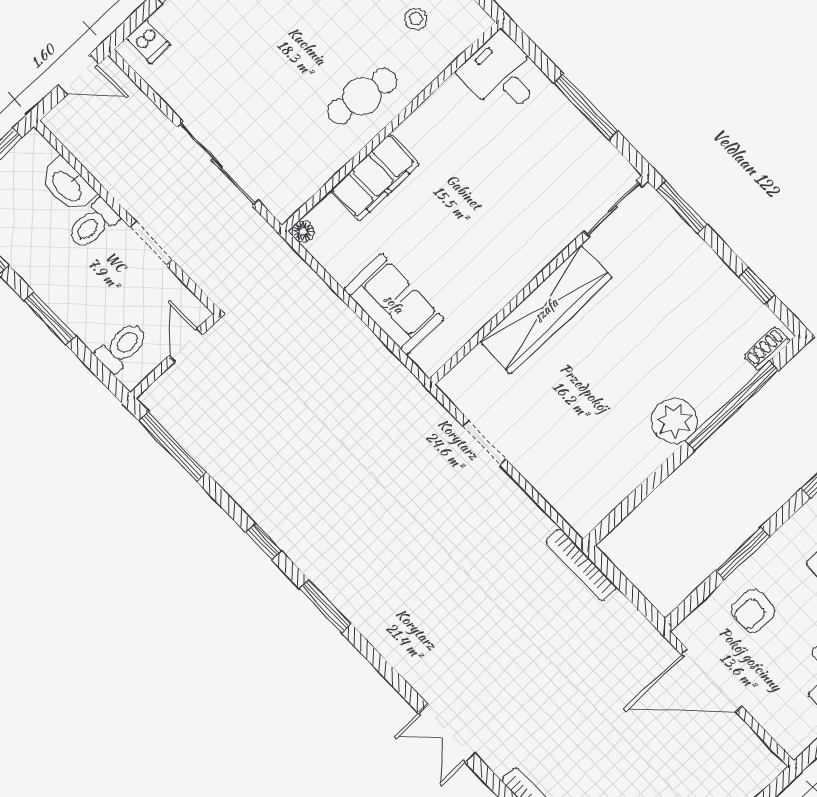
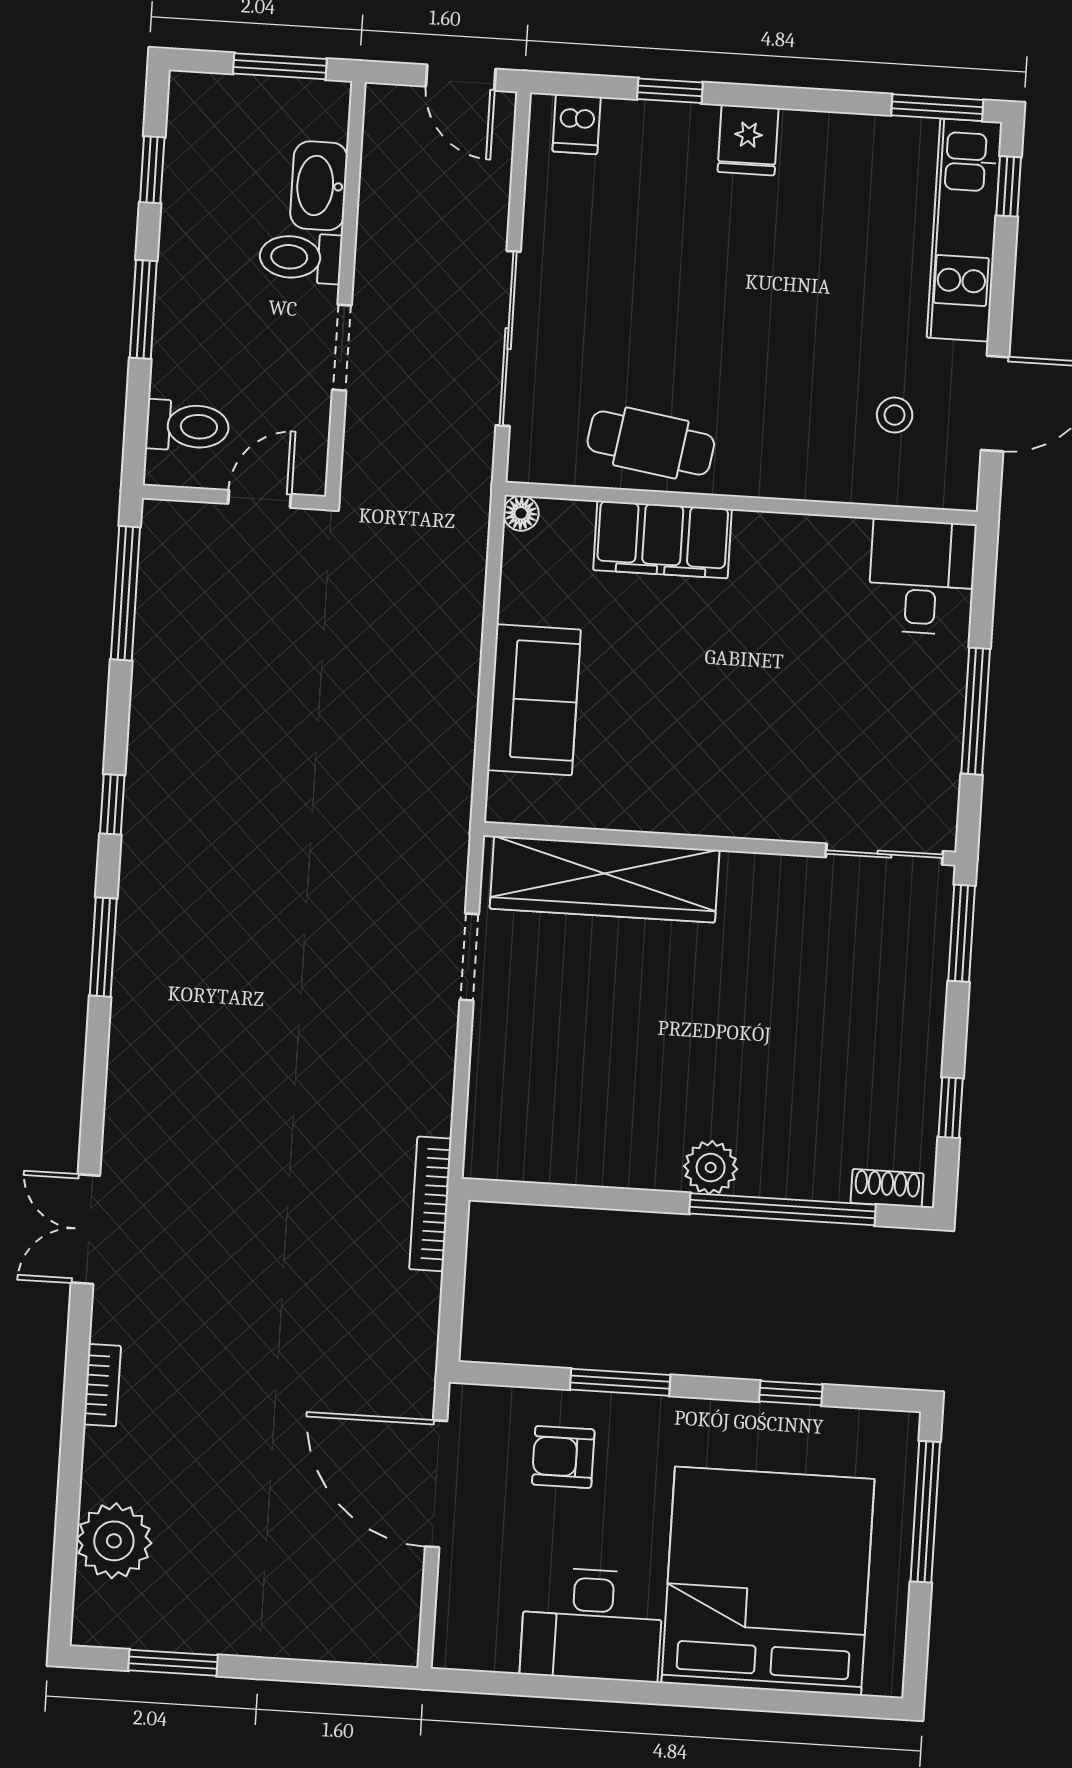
cafe table: (362, 96) -> (651, 443), moved
wardrobe: (546, 310) -> (605, 879), moved
plant: (674, 421) -> (711, 1168), width x0.73, depth x0.73

